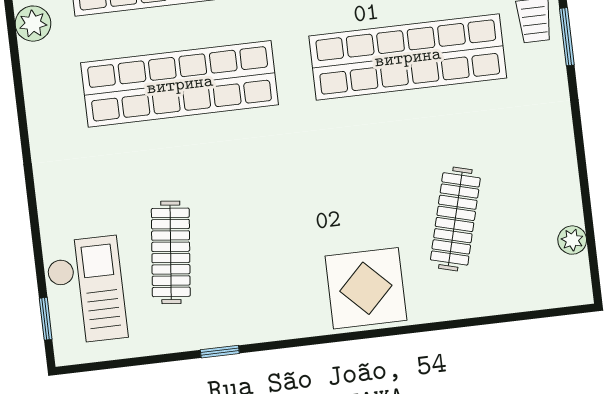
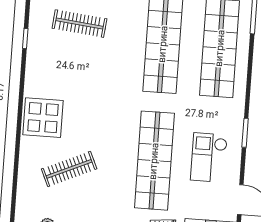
clothes rail: (455, 219) -> (69, 169), turned -39

